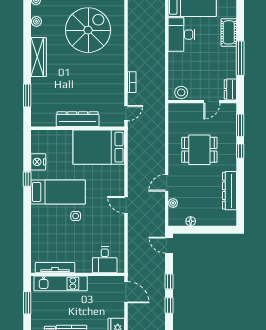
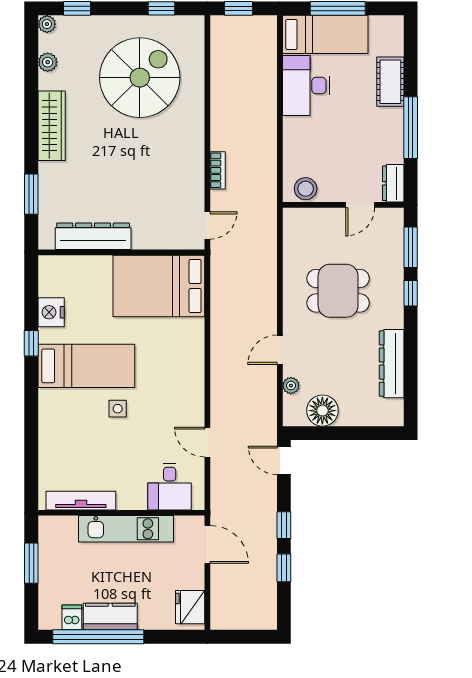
dresser: (78, 119) -> (93, 236), moved
door: (126, 205) -> (207, 442), moved
floor lamp: (191, 221) -> (322, 411), width x1.89, depth x1.89
kitchen unit: (61, 283) -> (126, 529), moved

